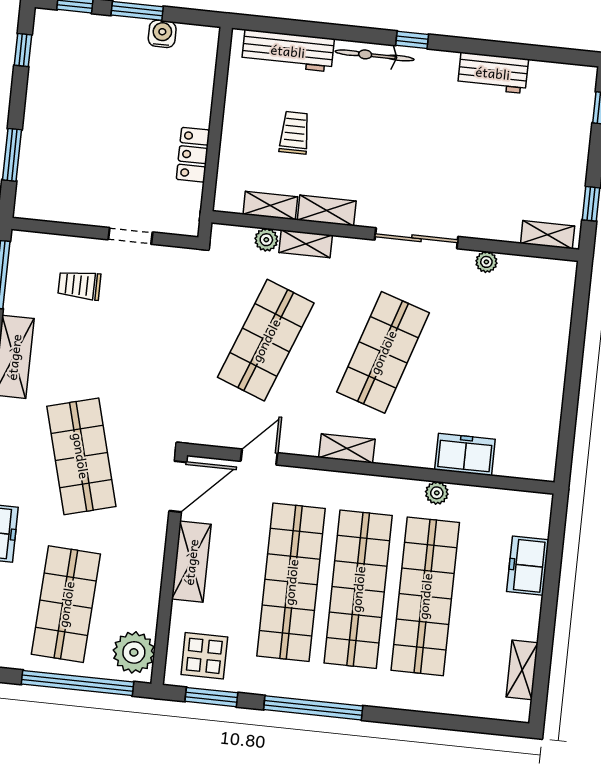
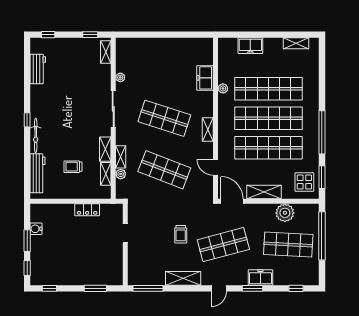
workbench: (493, 73) -> (38, 69), moved
trolley: (79, 285) -> (181, 234), moved
plant: (134, 652) -> (285, 213), moved

